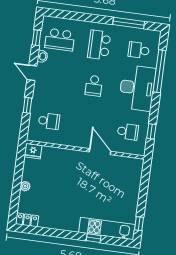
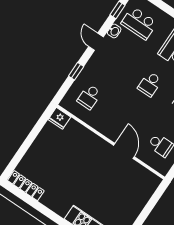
school desk: (49, 121) -> (89, 97), turned 90
plant: (25, 186) -> (35, 148), removed
locker: (27, 220) -> (26, 186), width x1.53

